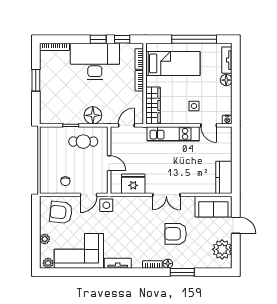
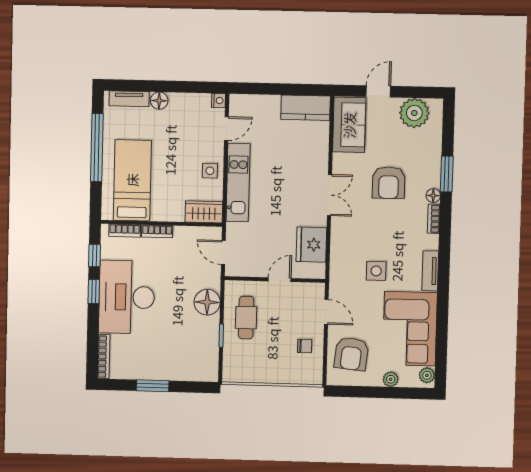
wardrobe: (153, 105) -> (204, 212), width x0.67
side table: (194, 106) -> (210, 171), moved
side table: (106, 205) -> (376, 271), moved

